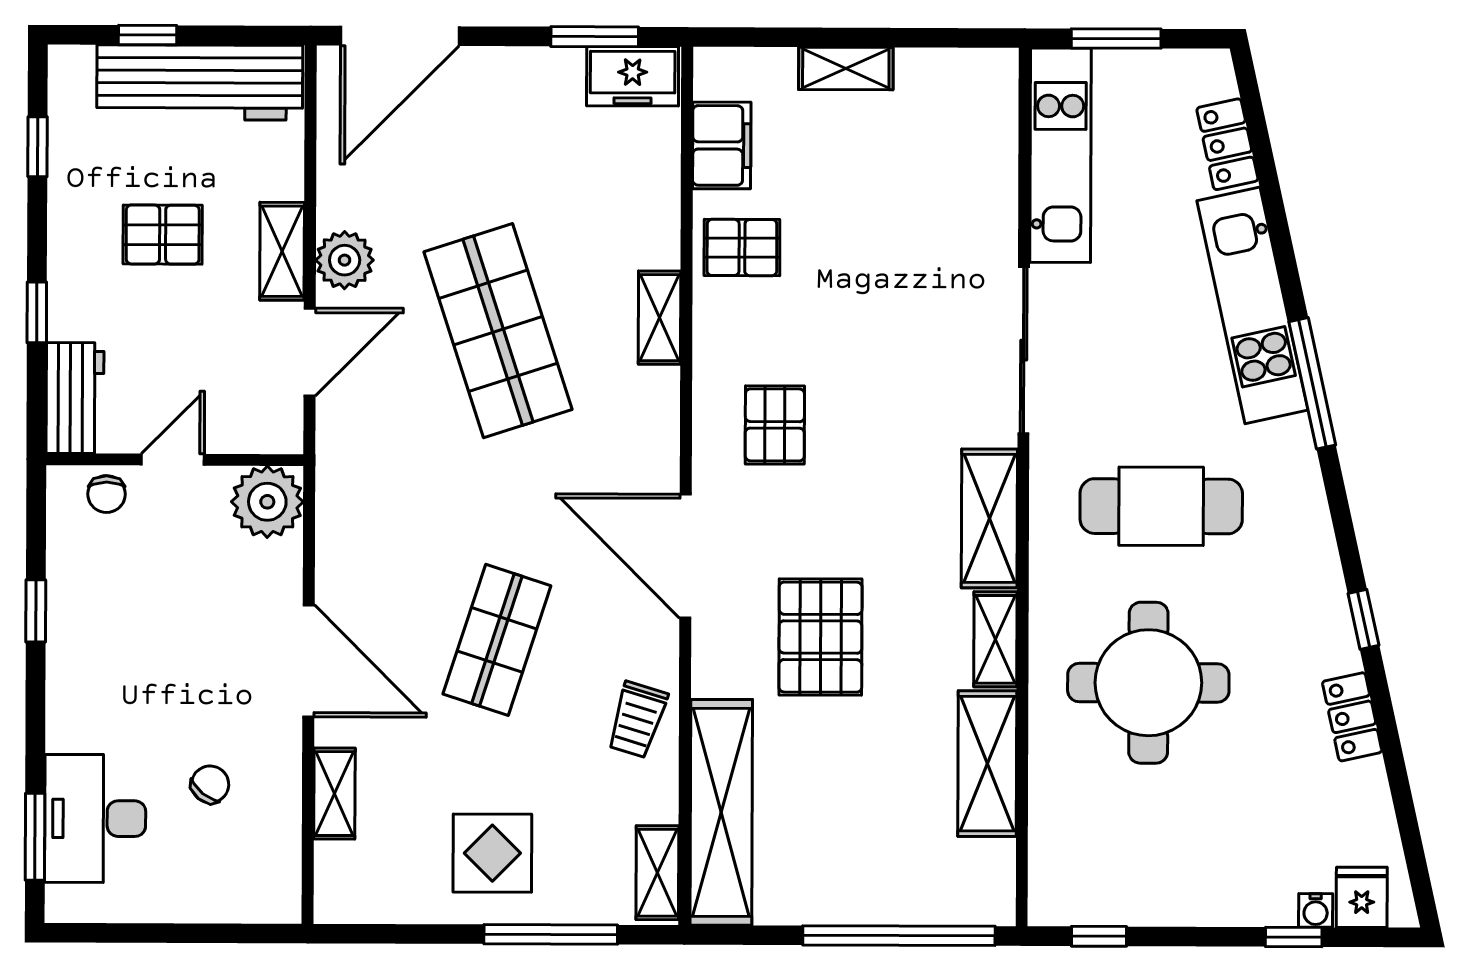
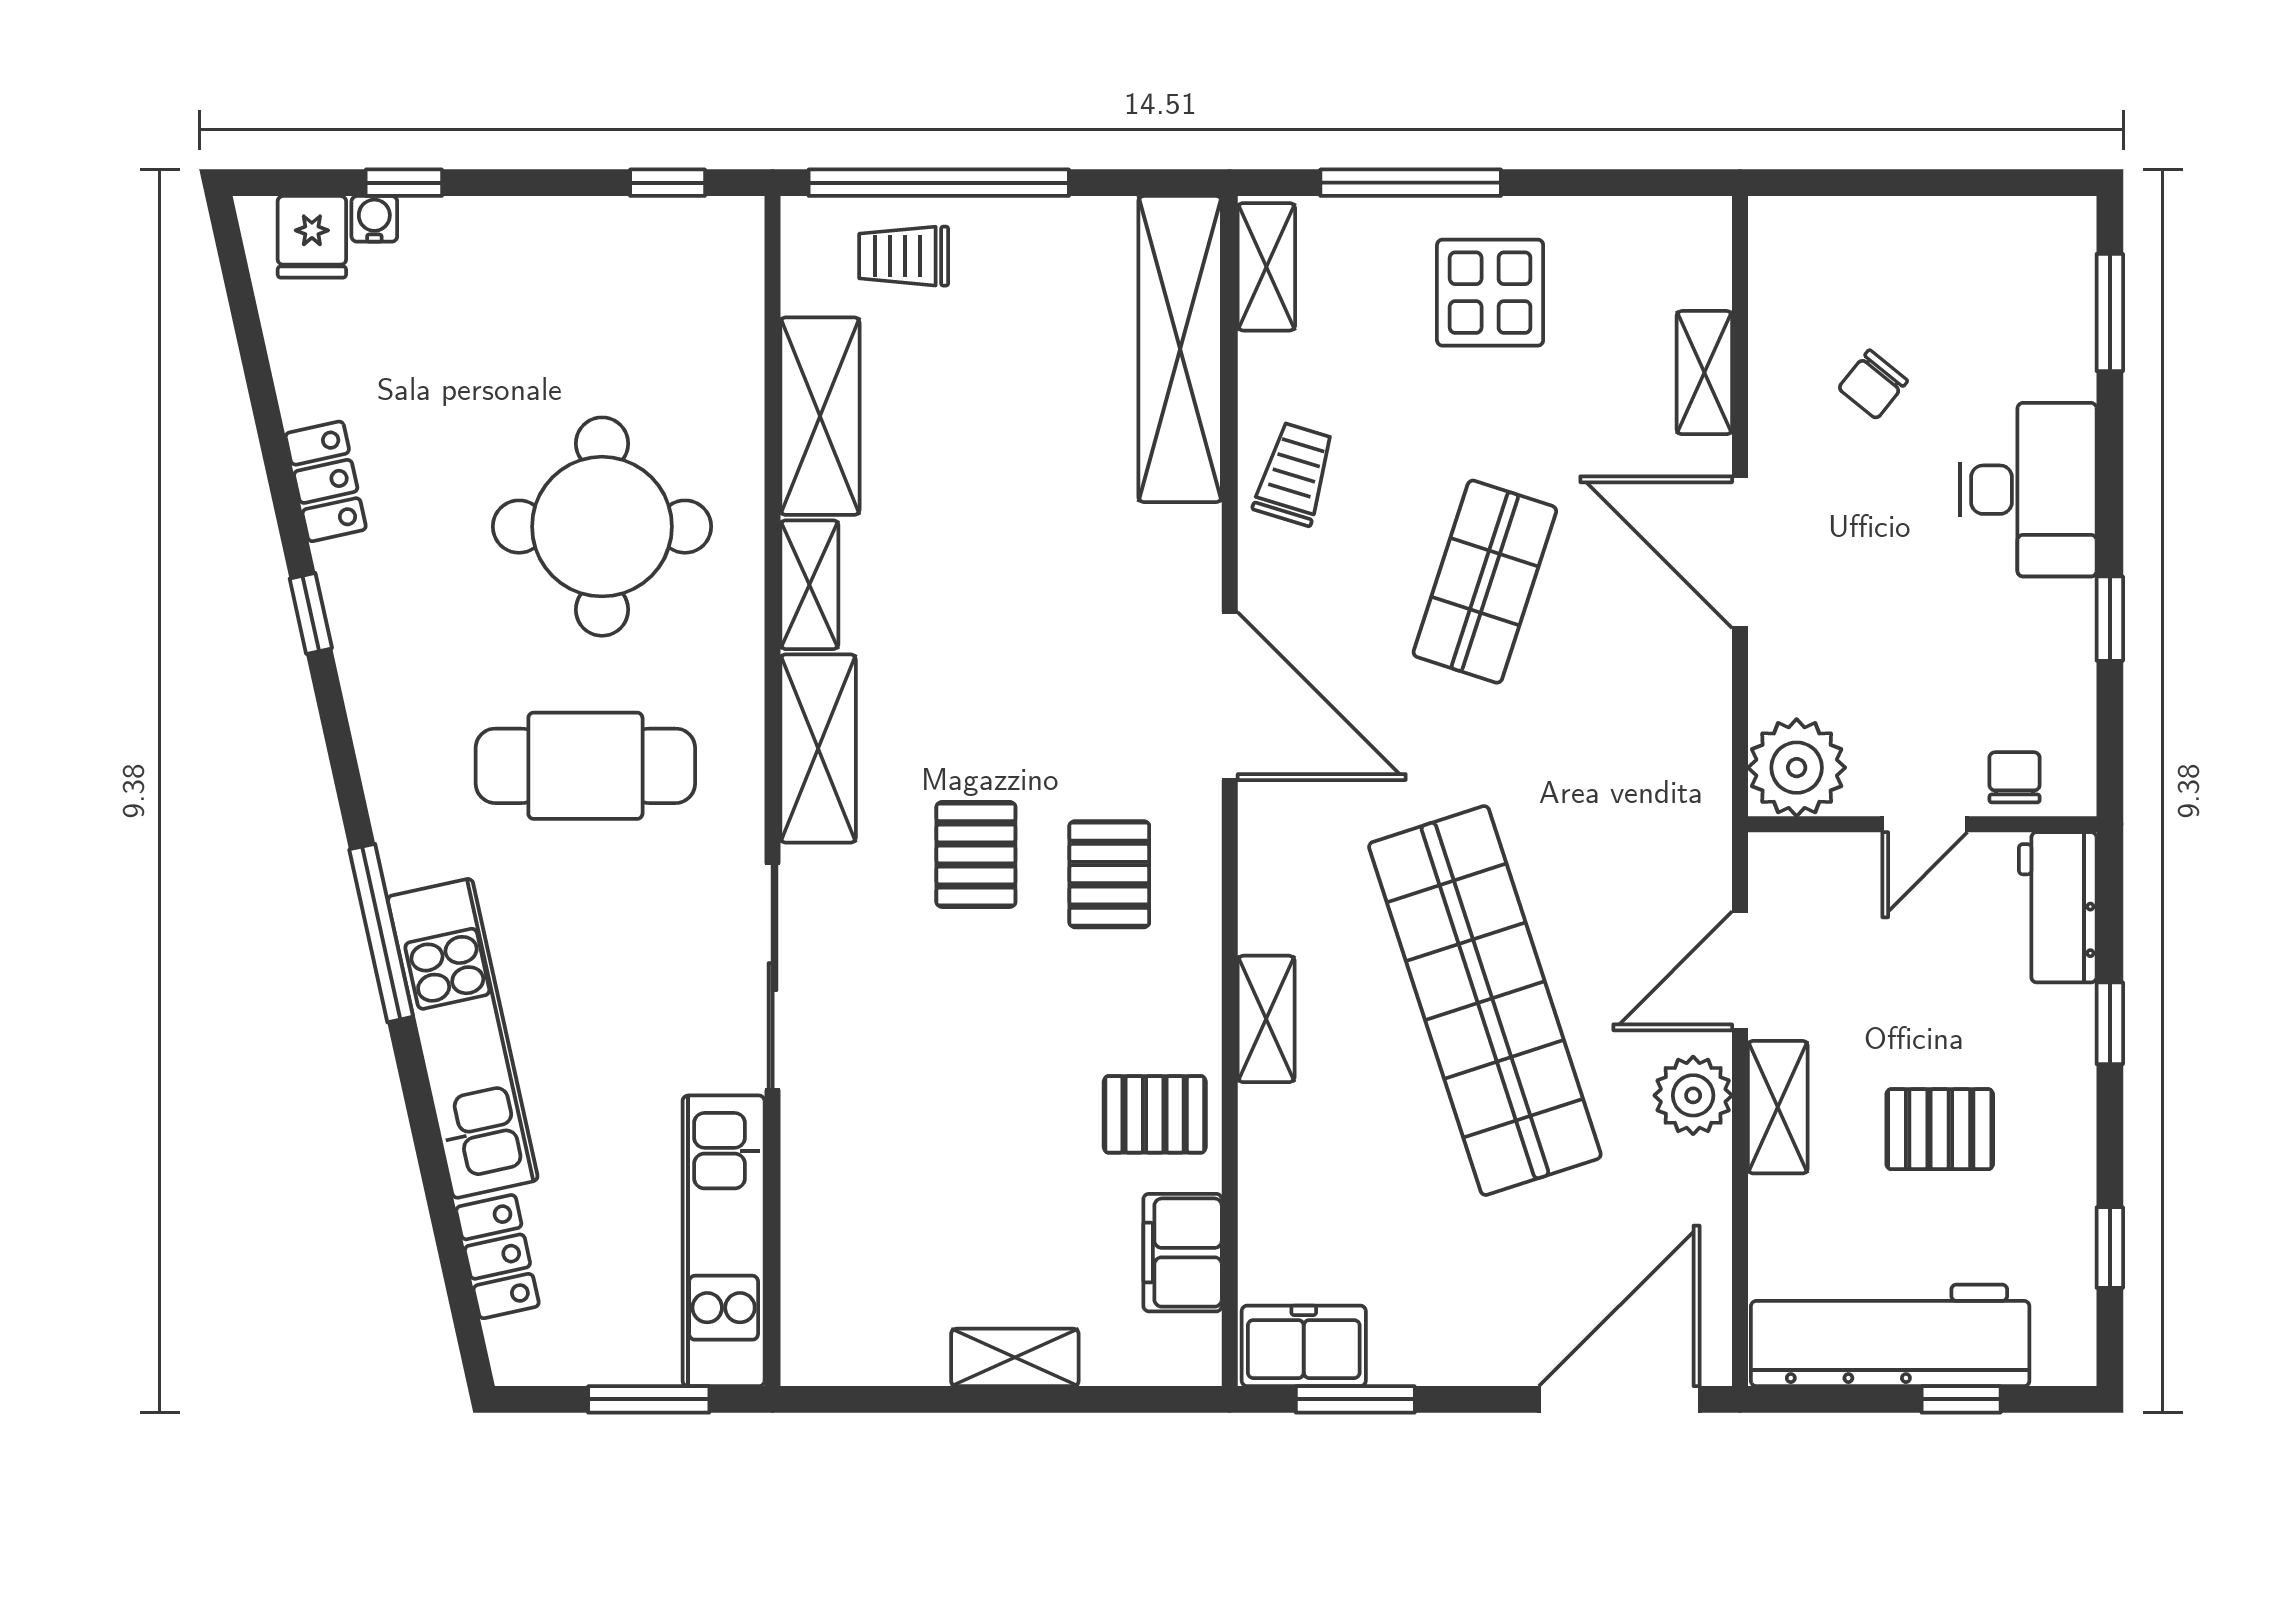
shop shelf: (498, 331) -> (1485, 1001), width x1.40
pallet: (820, 637) -> (976, 854), moved, width x0.67, depth x0.71
desk: (95, 819) -> (2028, 490), moved
trolley: (925, 882) -> (904, 256), added

